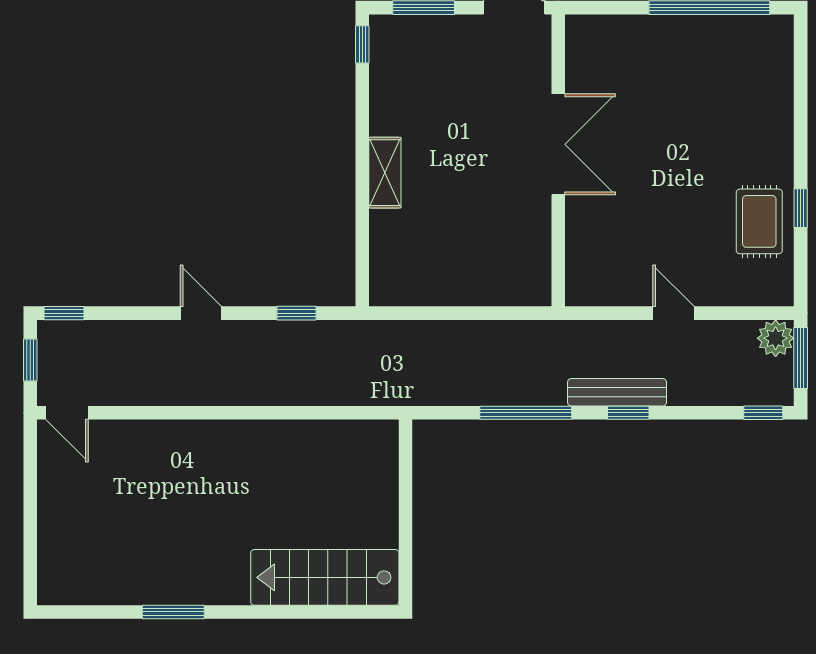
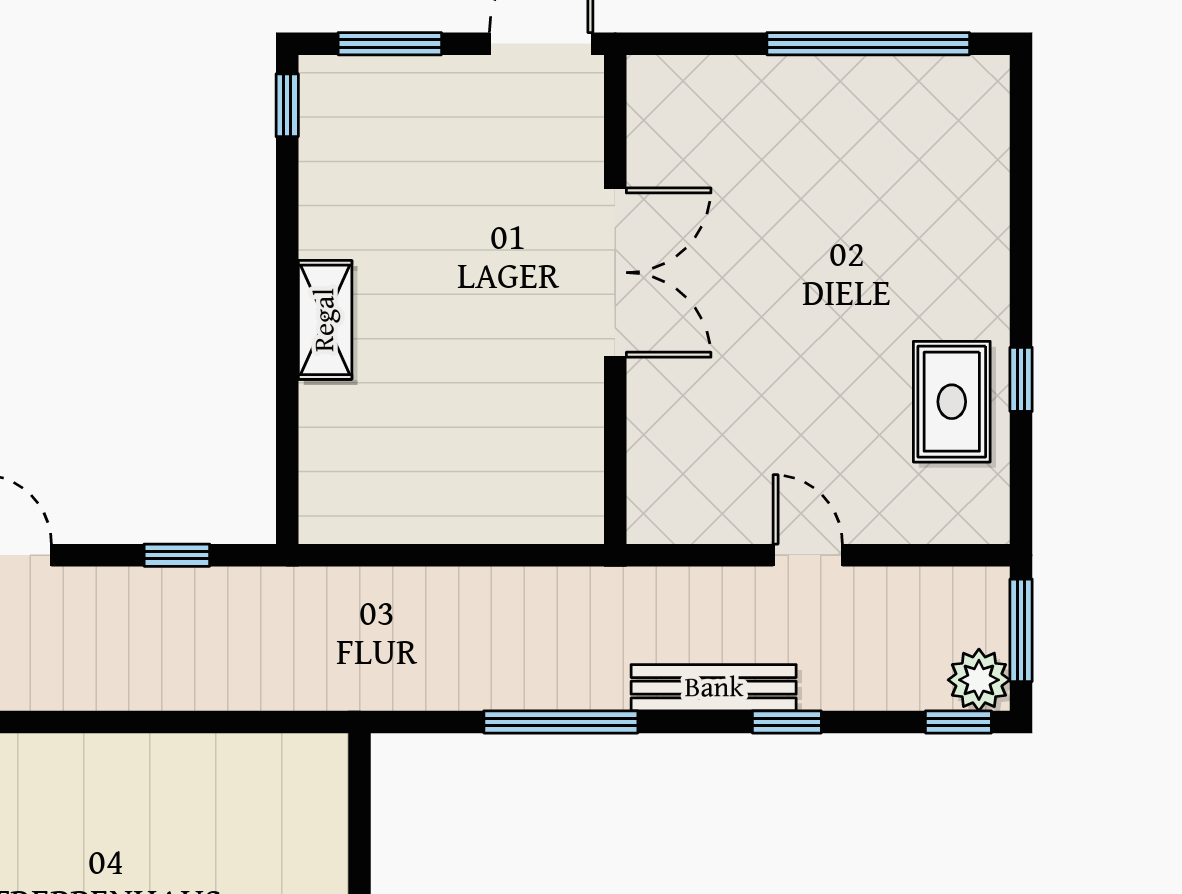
plant: (776, 338) -> (979, 680), moved
window: (628, 413) -> (787, 722), moved

